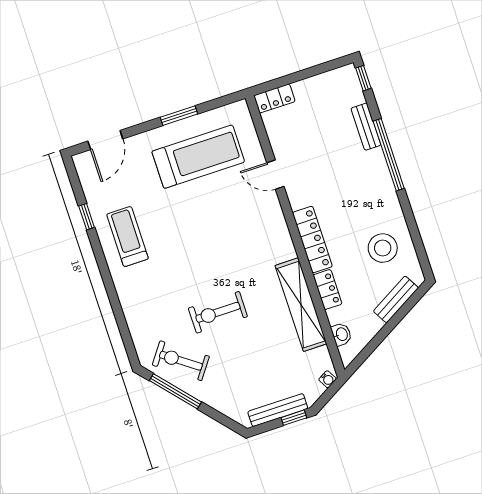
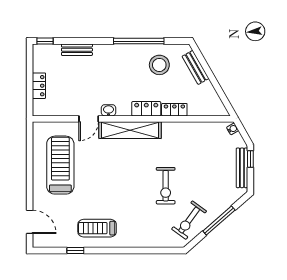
locker: (274, 98) -> (39, 86), moved
window: (179, 116) -> (30, 169), removed
window: (389, 155) -> (139, 41), moved
locker: (312, 240) -> (146, 109), width x0.66
shelving: (301, 305) -> (130, 130), moved
washbasin: (341, 334) -> (108, 110), moved
window: (175, 391) -> (219, 221), moved

